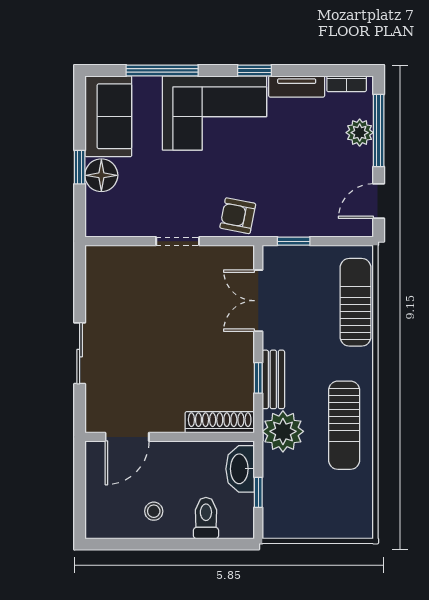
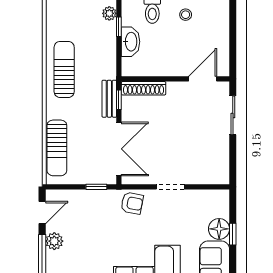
plant: (360, 133) -> (54, 241), moved
double door: (258, 301) -> (119, 149), width x1.37
shoe rack: (220, 422) -> (144, 88), moved
plant: (283, 431) -> (109, 13), moved, width x0.53, depth x0.53
door: (127, 437) -> (203, 79), moved
wall: (170, 437) -> (175, 79), moved

